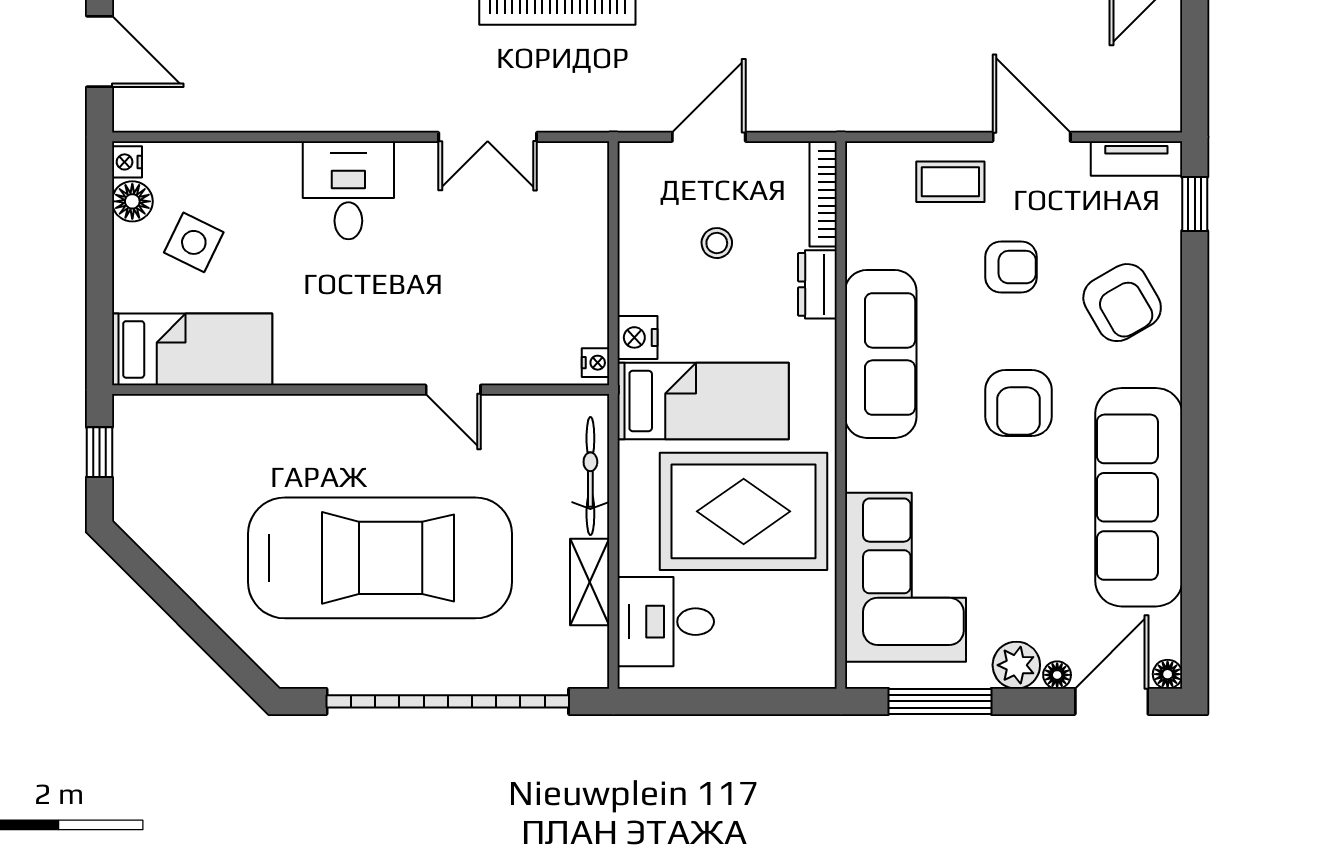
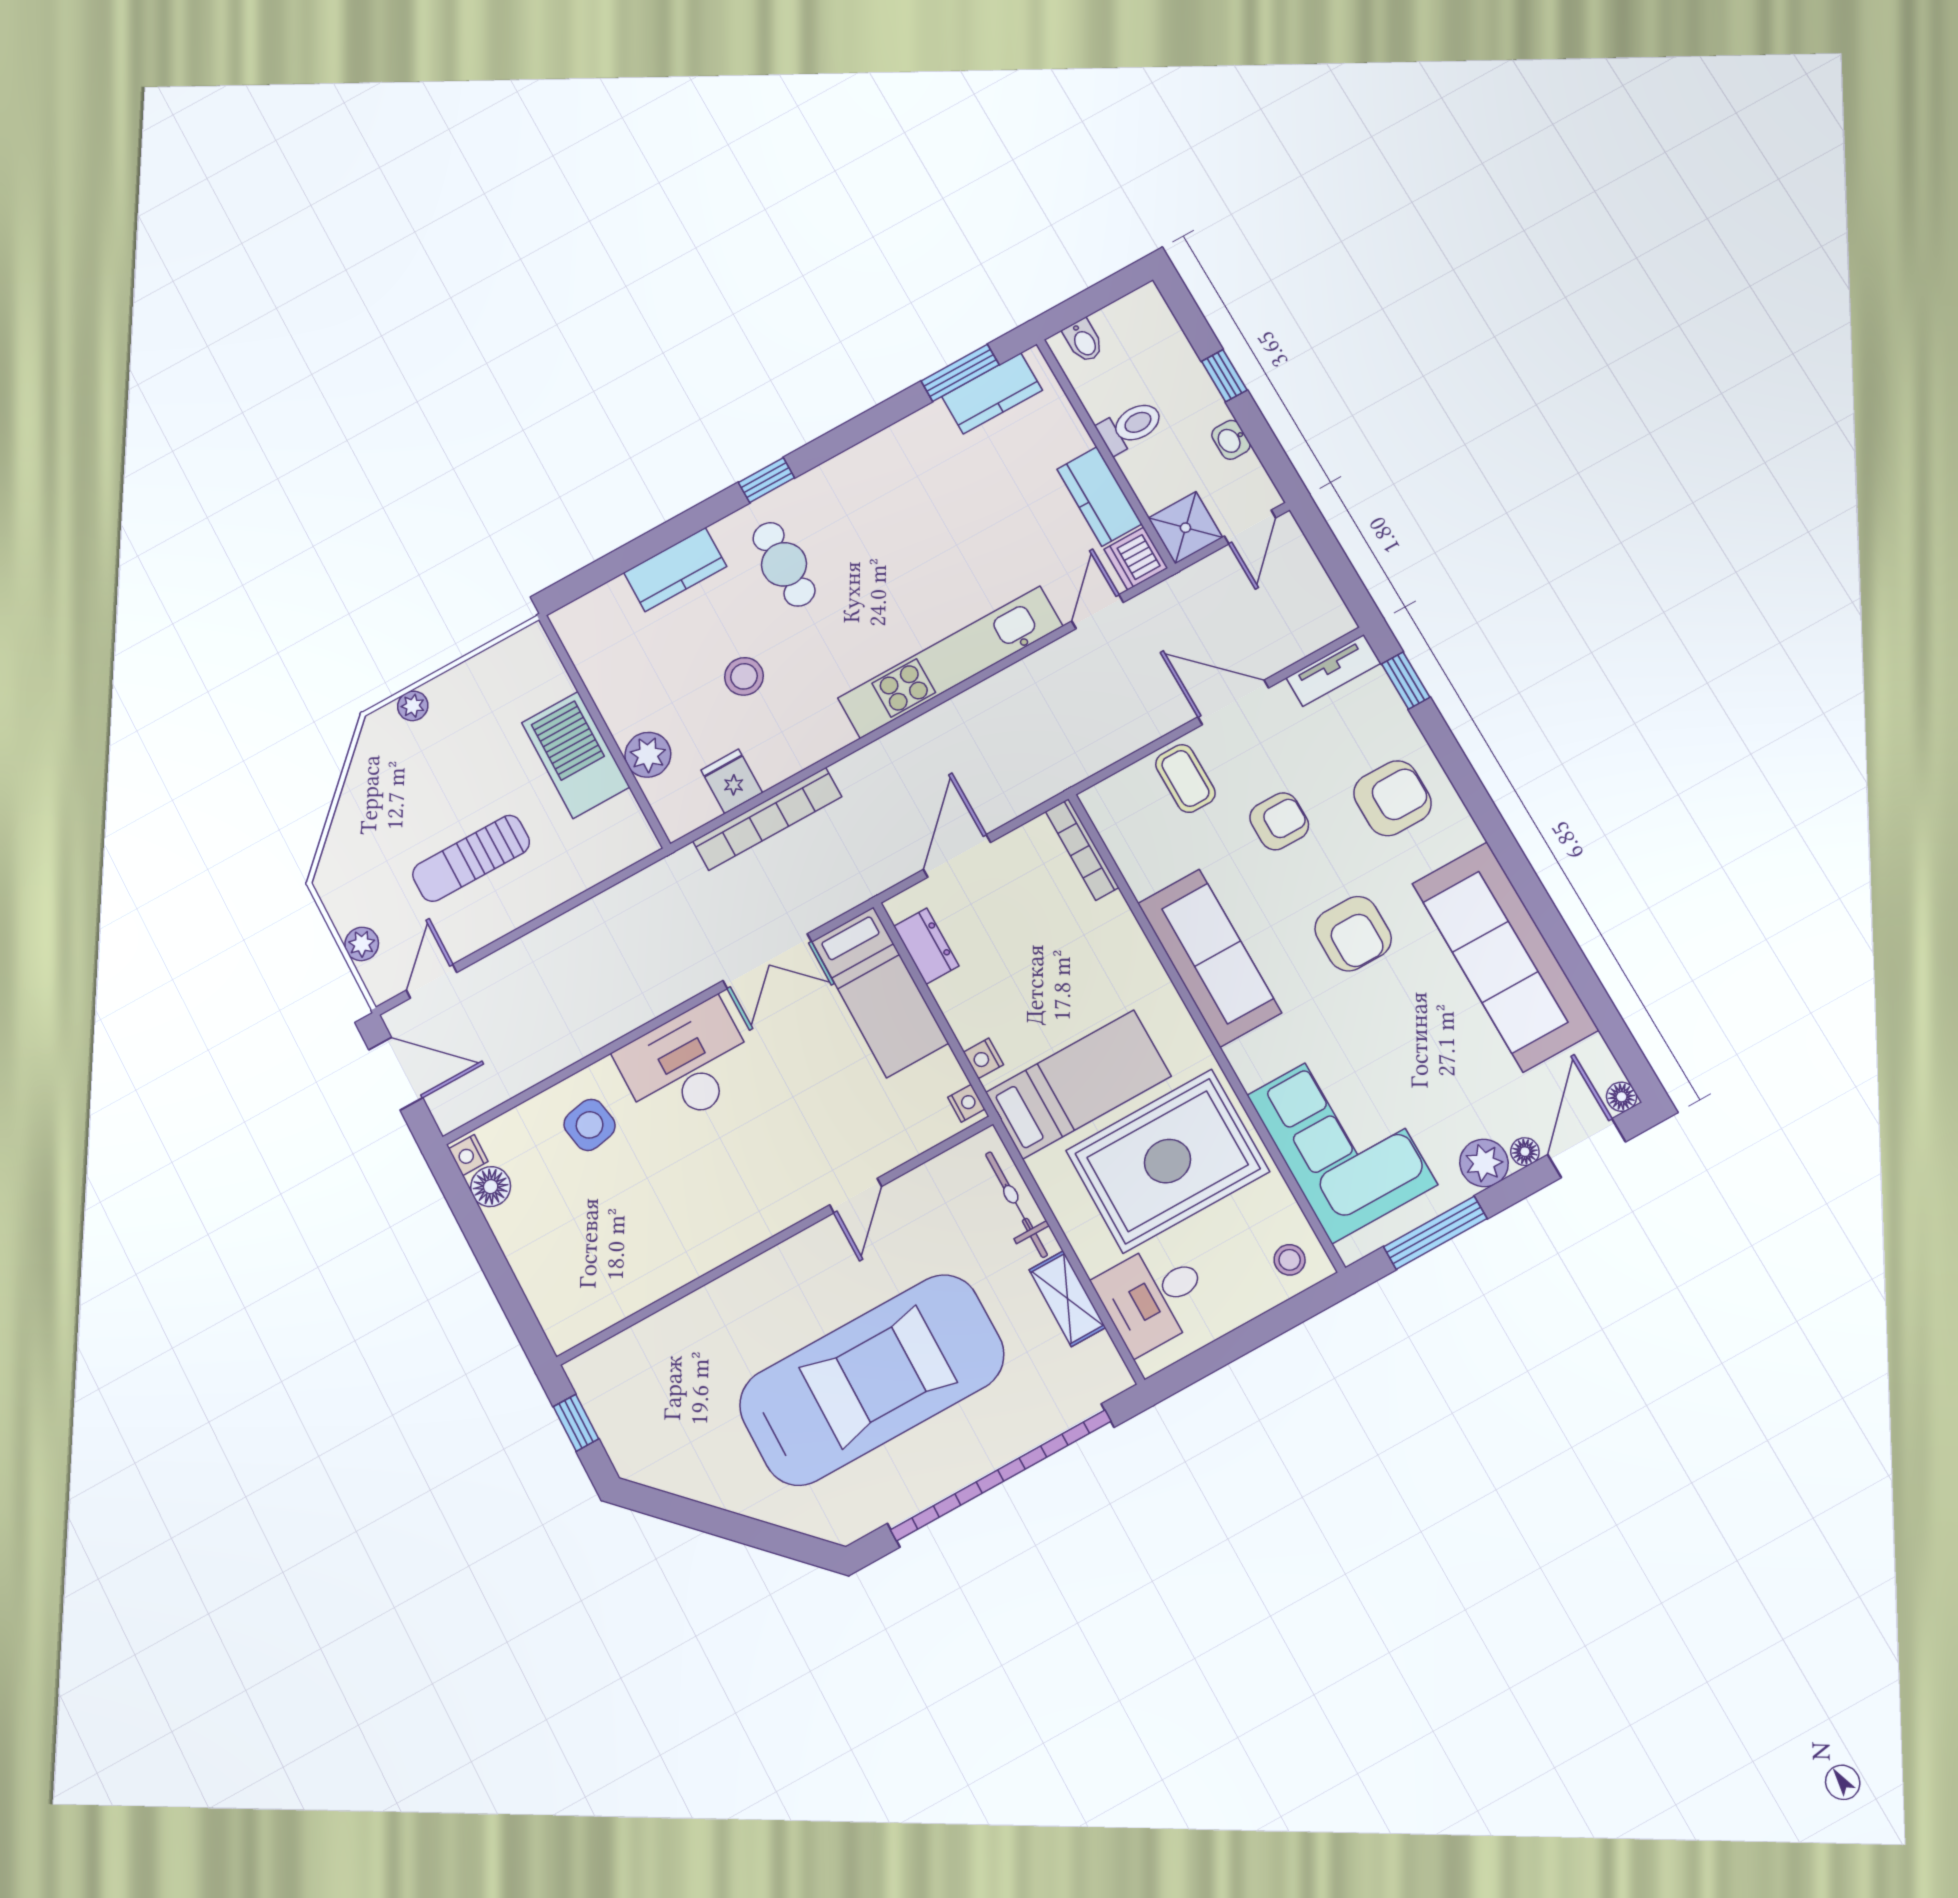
coffee table: (950, 182) -> (1185, 778), turned 90
desk: (348, 190) -> (687, 1065), width x1.37
side table: (194, 242) -> (590, 1125), moved, turned -37
stool: (717, 243) -> (1290, 1260), moved
dresser: (817, 284) -> (926, 946), moved, turned 180
armchair: (1122, 303) -> (1392, 798), turned -60
nightstand: (638, 337) -> (983, 1058), width x0.72, depth x0.74
bed: (192, 349) -> (880, 992), moved, turned 90
door: (453, 390) -> (856, 1196), hinge flipped

